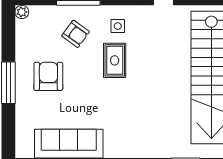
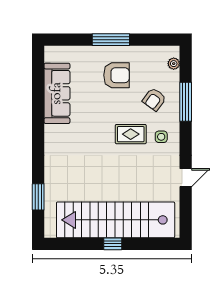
plant: (22, 12) -> (174, 64), moved

